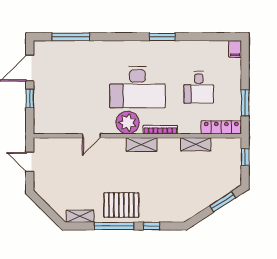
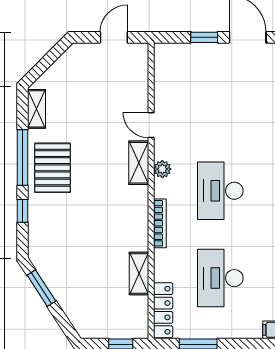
desk: (137, 87) -> (220, 191), width x0.73, depth x0.77
desk: (199, 87) -> (220, 278), width x1.37
plant: (128, 123) -> (162, 169), width x0.53, depth x0.53
shelving: (142, 144) -> (139, 163), moved
window: (223, 202) -> (41, 288), moved

